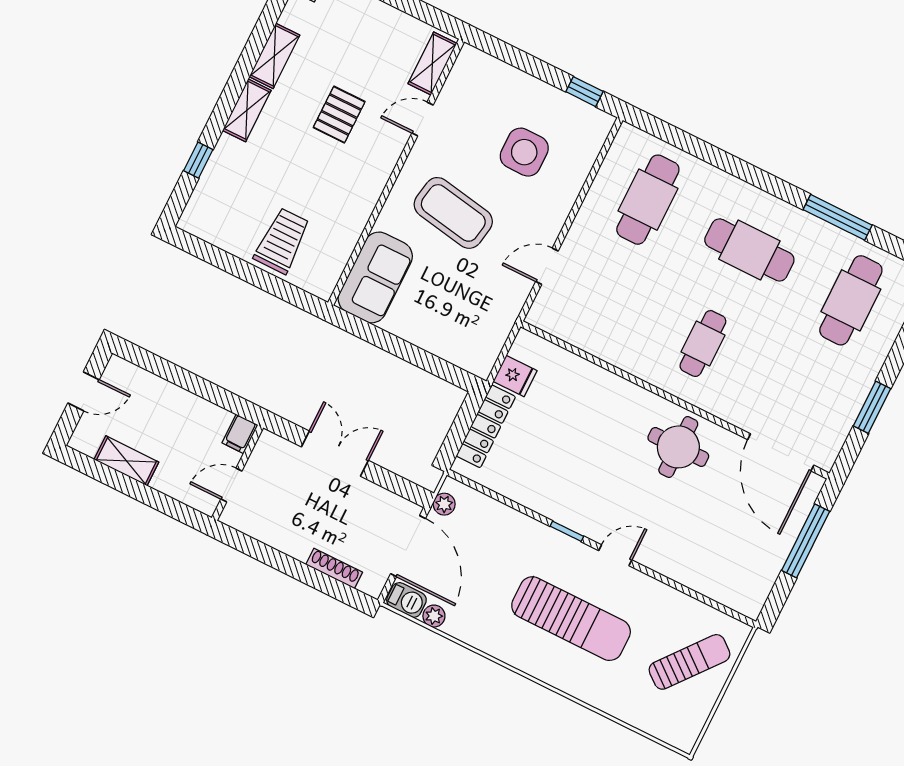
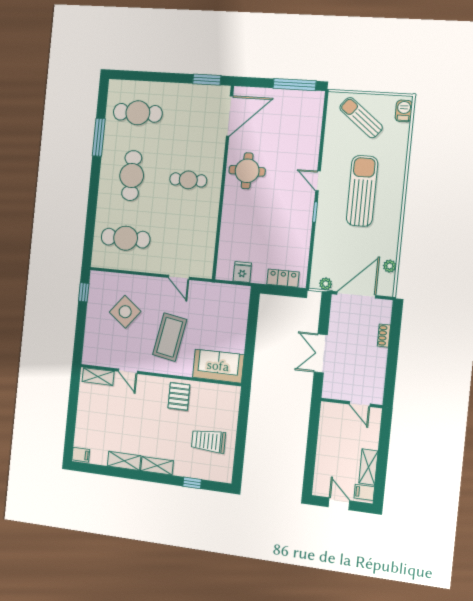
pallet: (339, 115) -> (179, 396), moved, turned 90
side table: (524, 152) -> (125, 312), turned 38
trolley: (282, 241) -> (208, 441), moved
window: (872, 407) -> (207, 80), moved
locker: (486, 426) -> (283, 278), width x0.66
filing cabinet: (240, 434) -> (364, 492), moved, turned 180
window: (806, 541) -> (294, 85), moved
shoe rack: (334, 568) -> (384, 336), width x0.70
barbecue: (406, 600) -> (404, 111), moved

